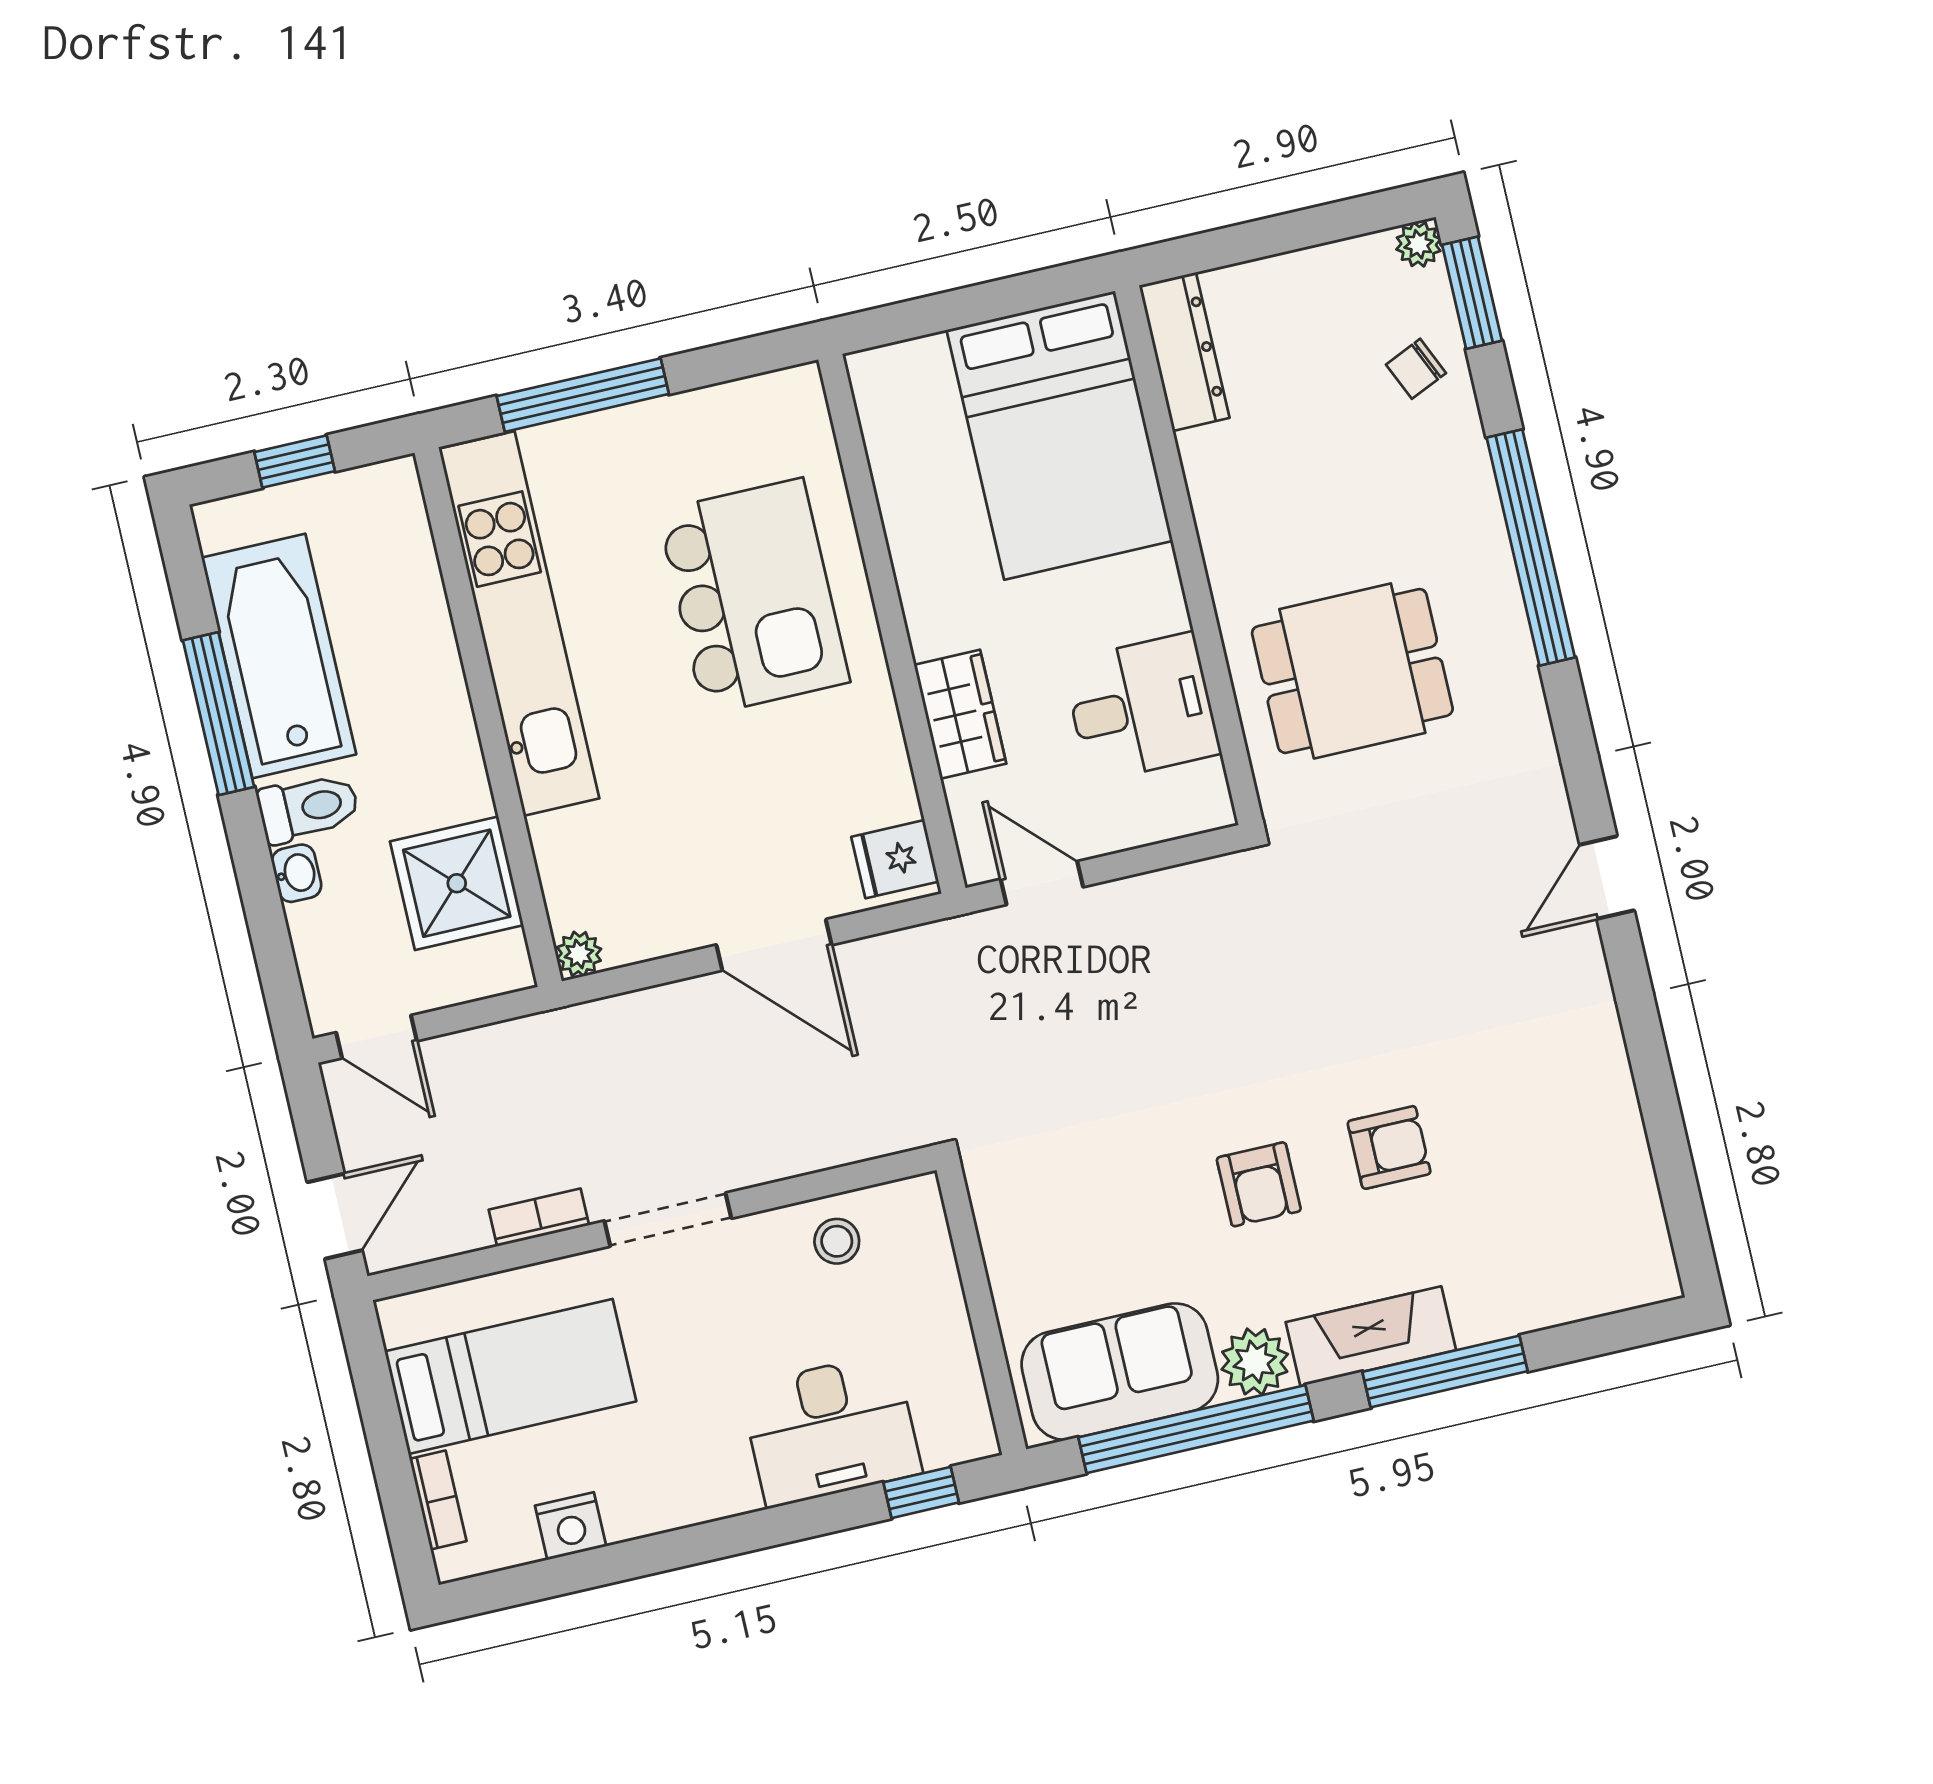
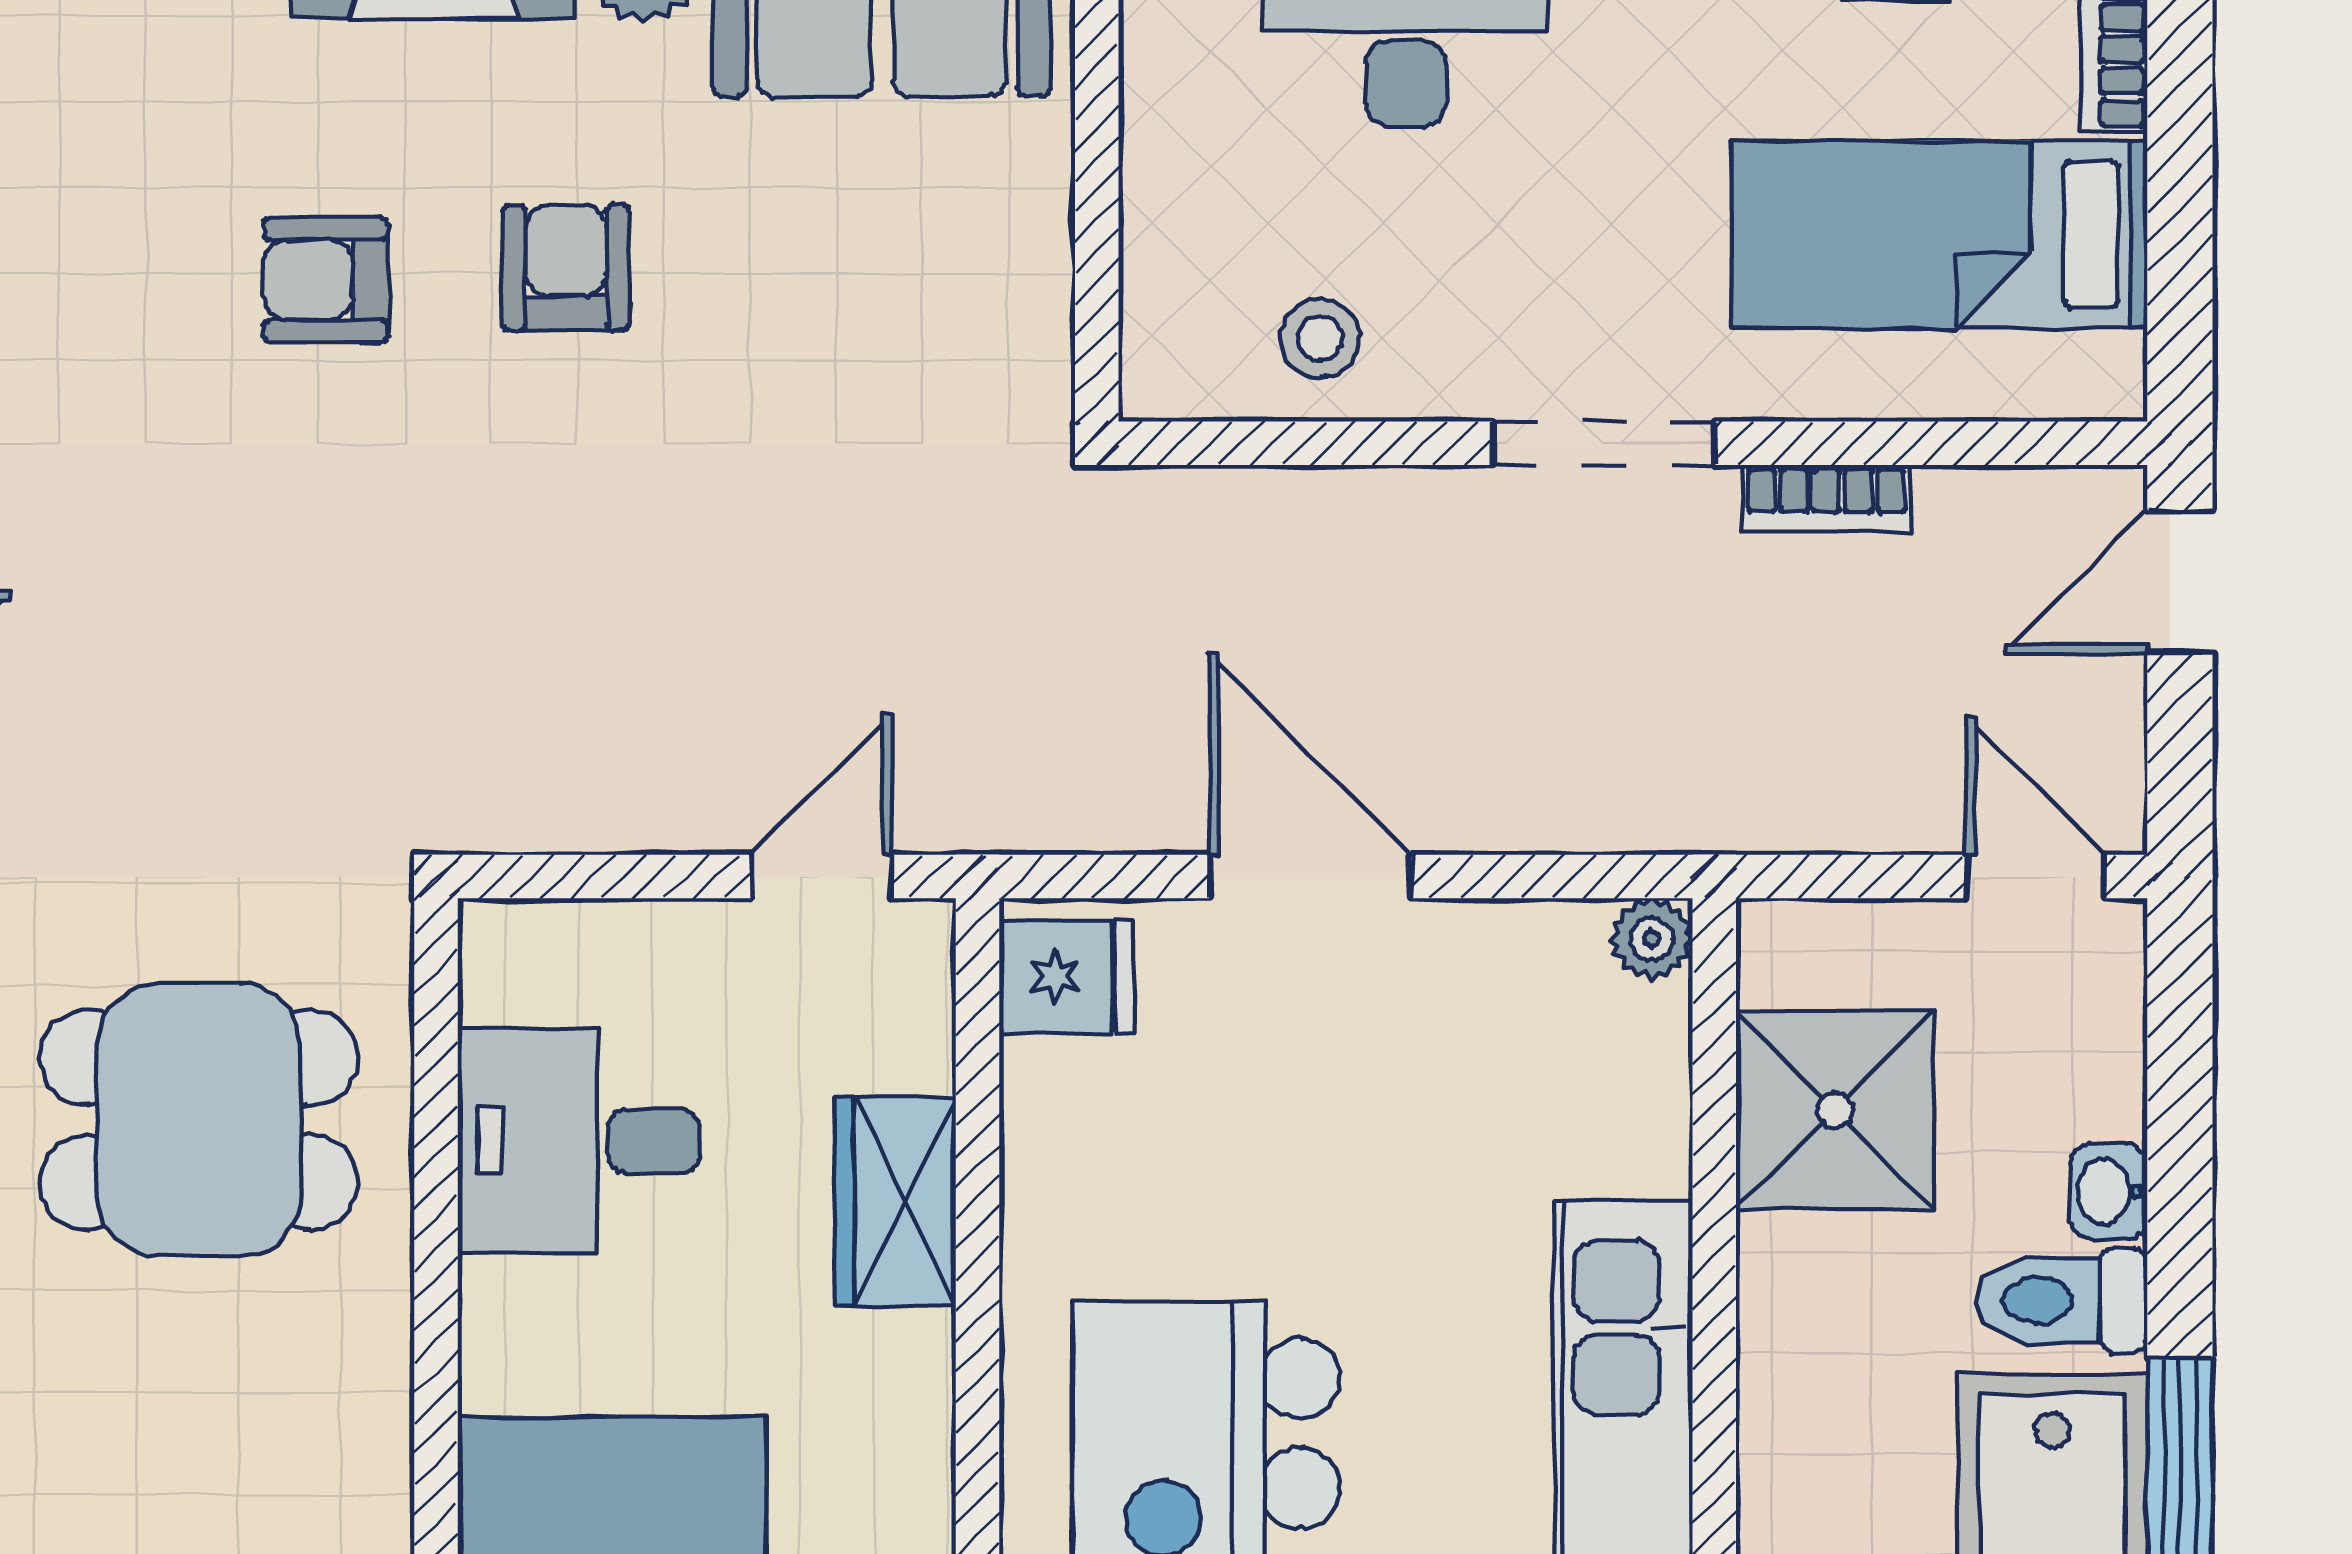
door: (1042, 883) -> (821, 877), swing flipped

